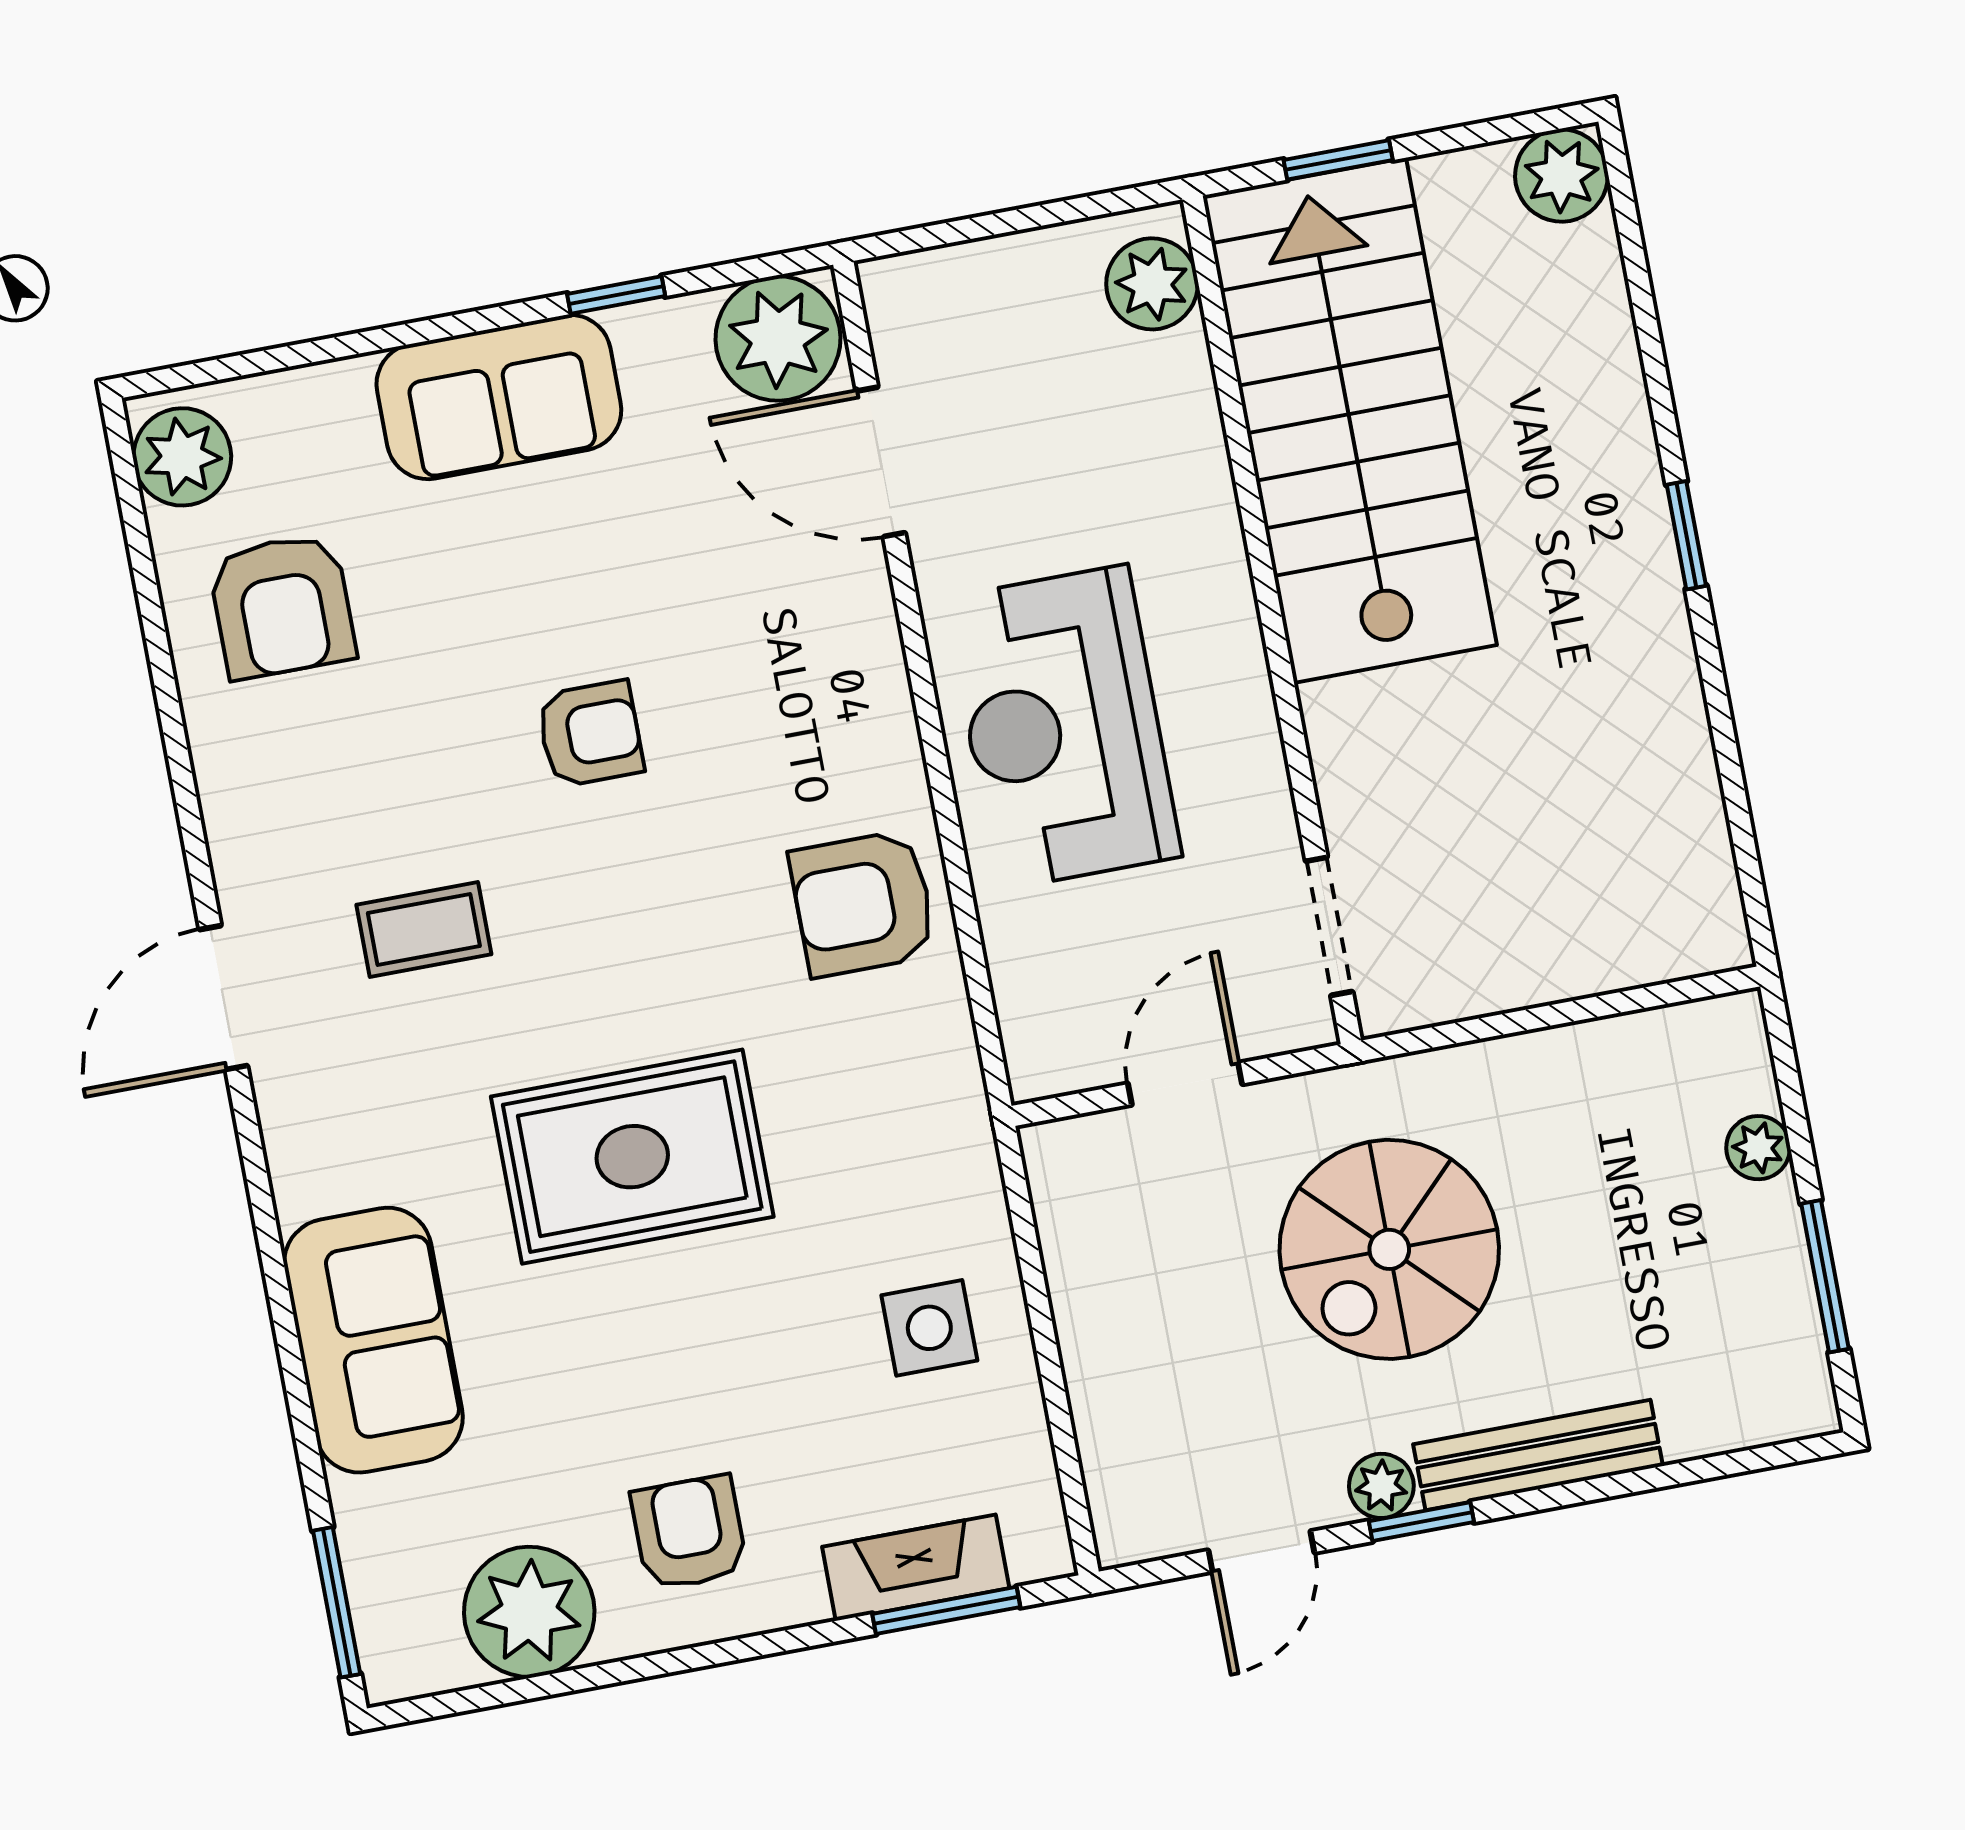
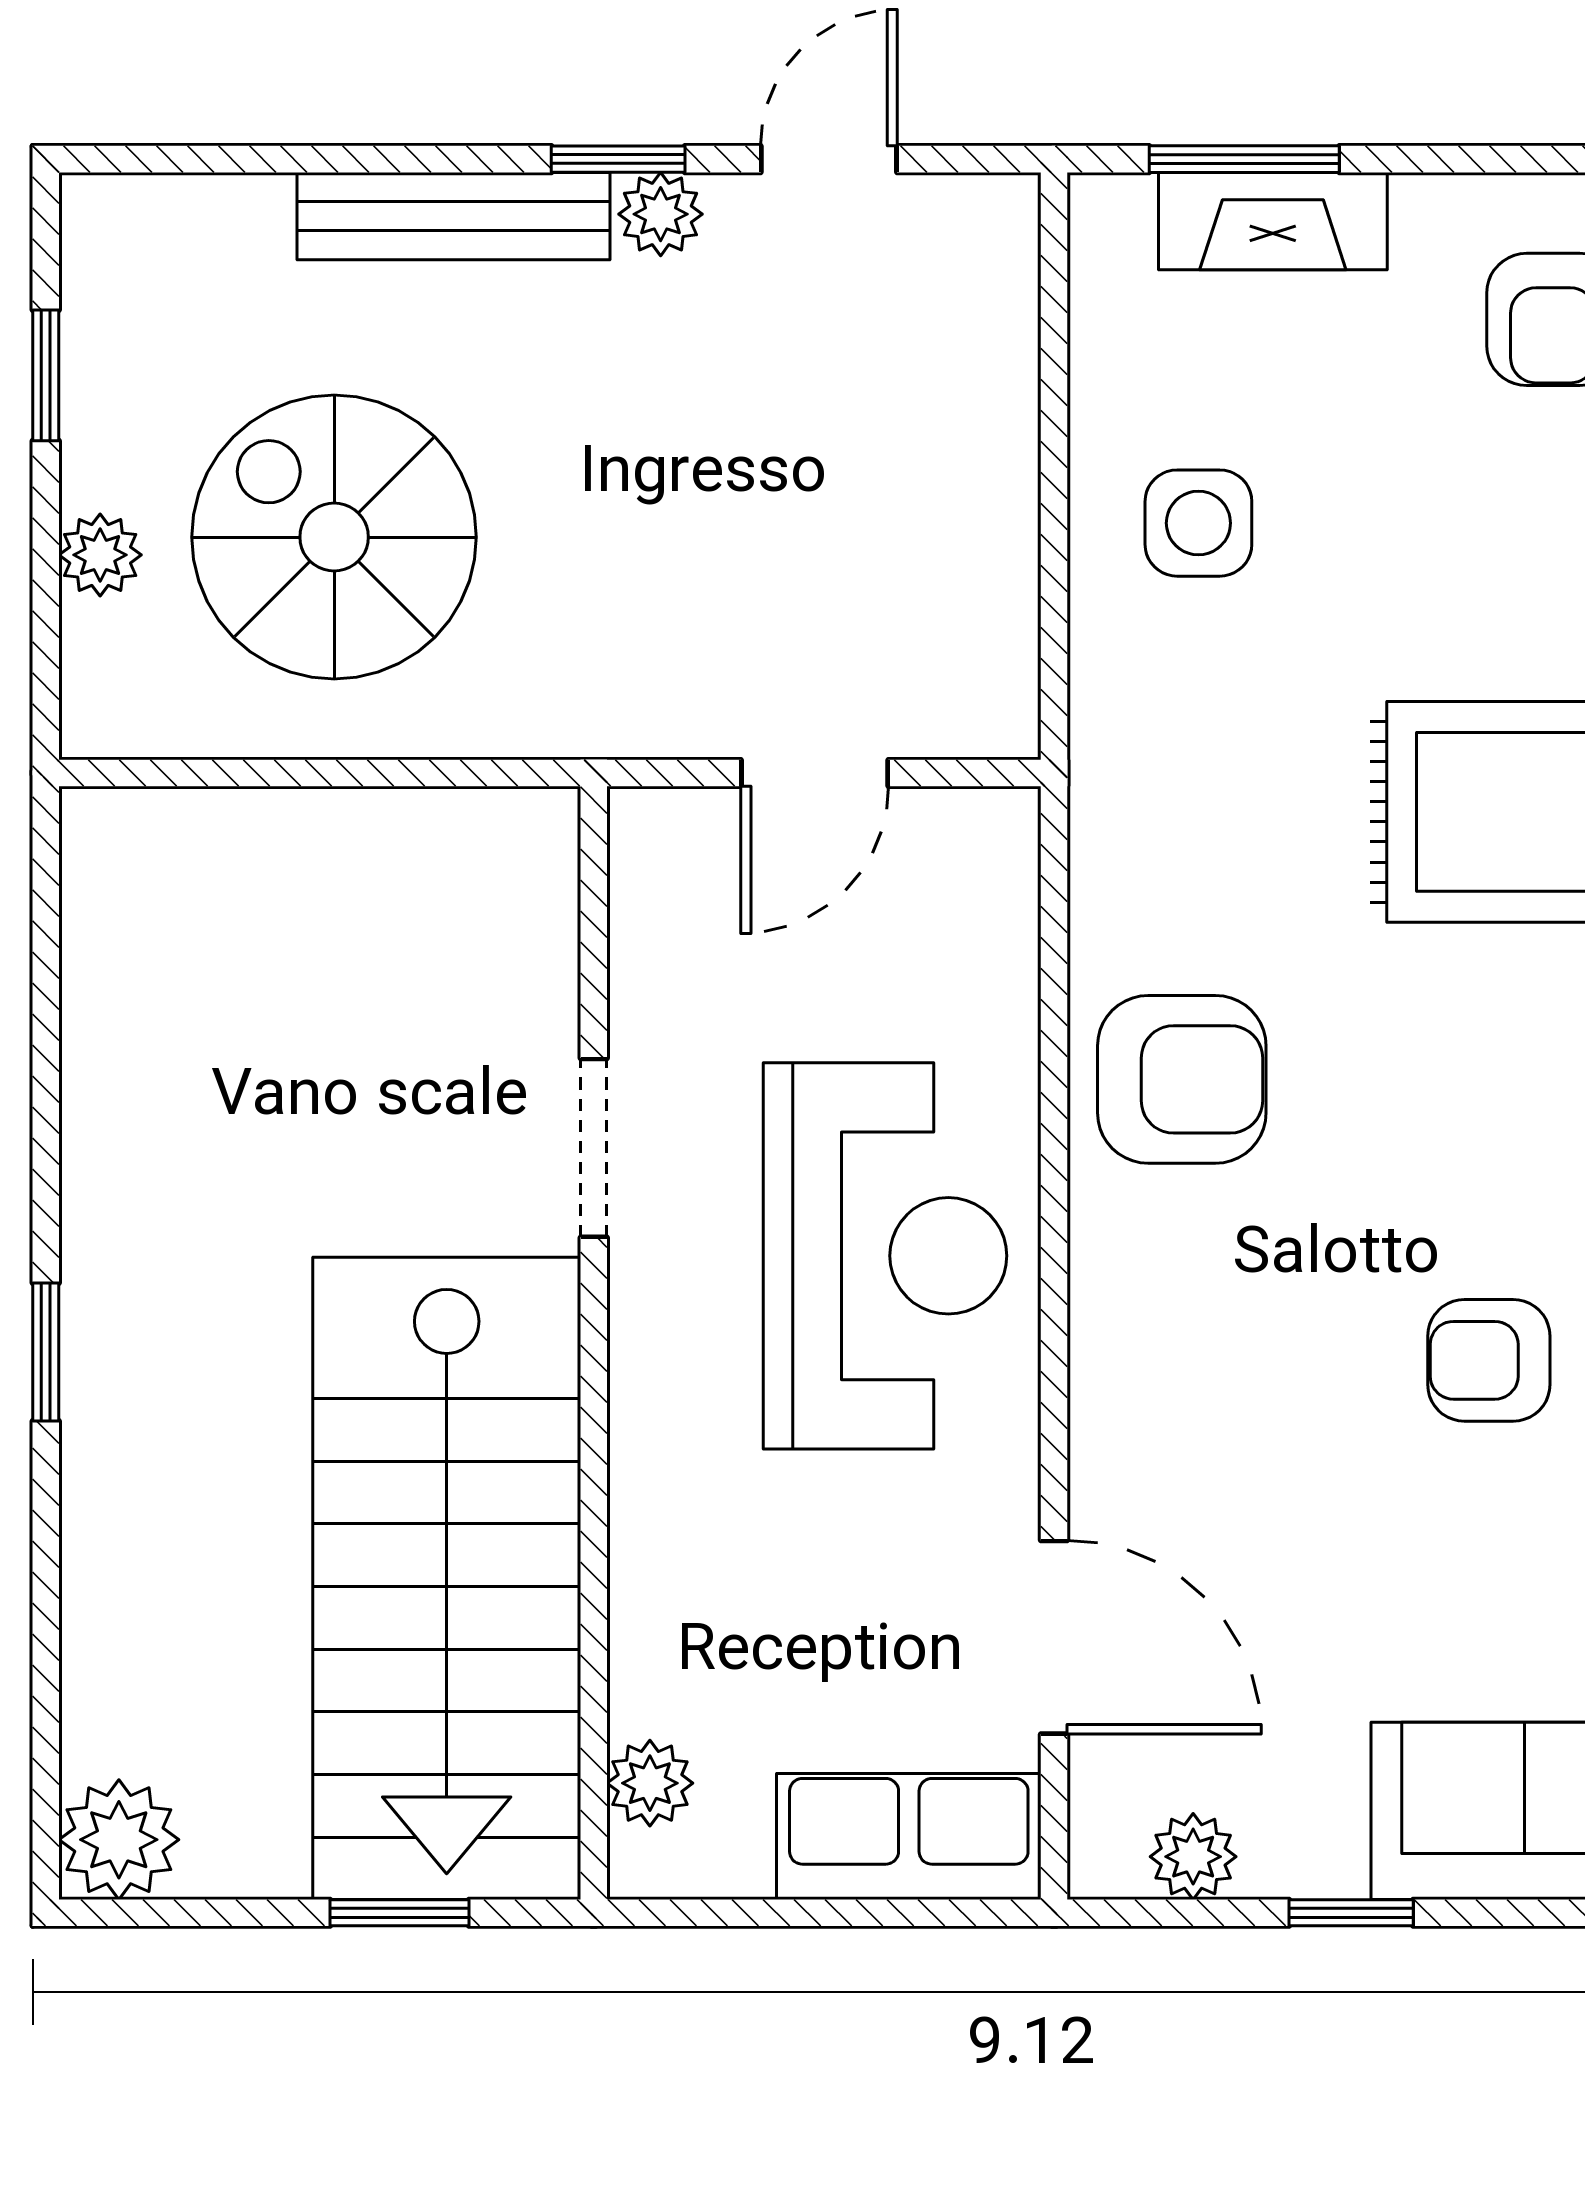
plant: (1152, 284) -> (650, 1783), width x0.73, depth x0.73
row of seats: (963, 290) -> (909, 1836), added
plant: (778, 339) -> (1193, 1857), width x0.53, depth x0.53
doorway: (1329, 926) -> (594, 1148), moved
spiral stairs: (1389, 1249) -> (334, 537), moved, turned -90
window: (1825, 1276) -> (46, 375), width x0.67

